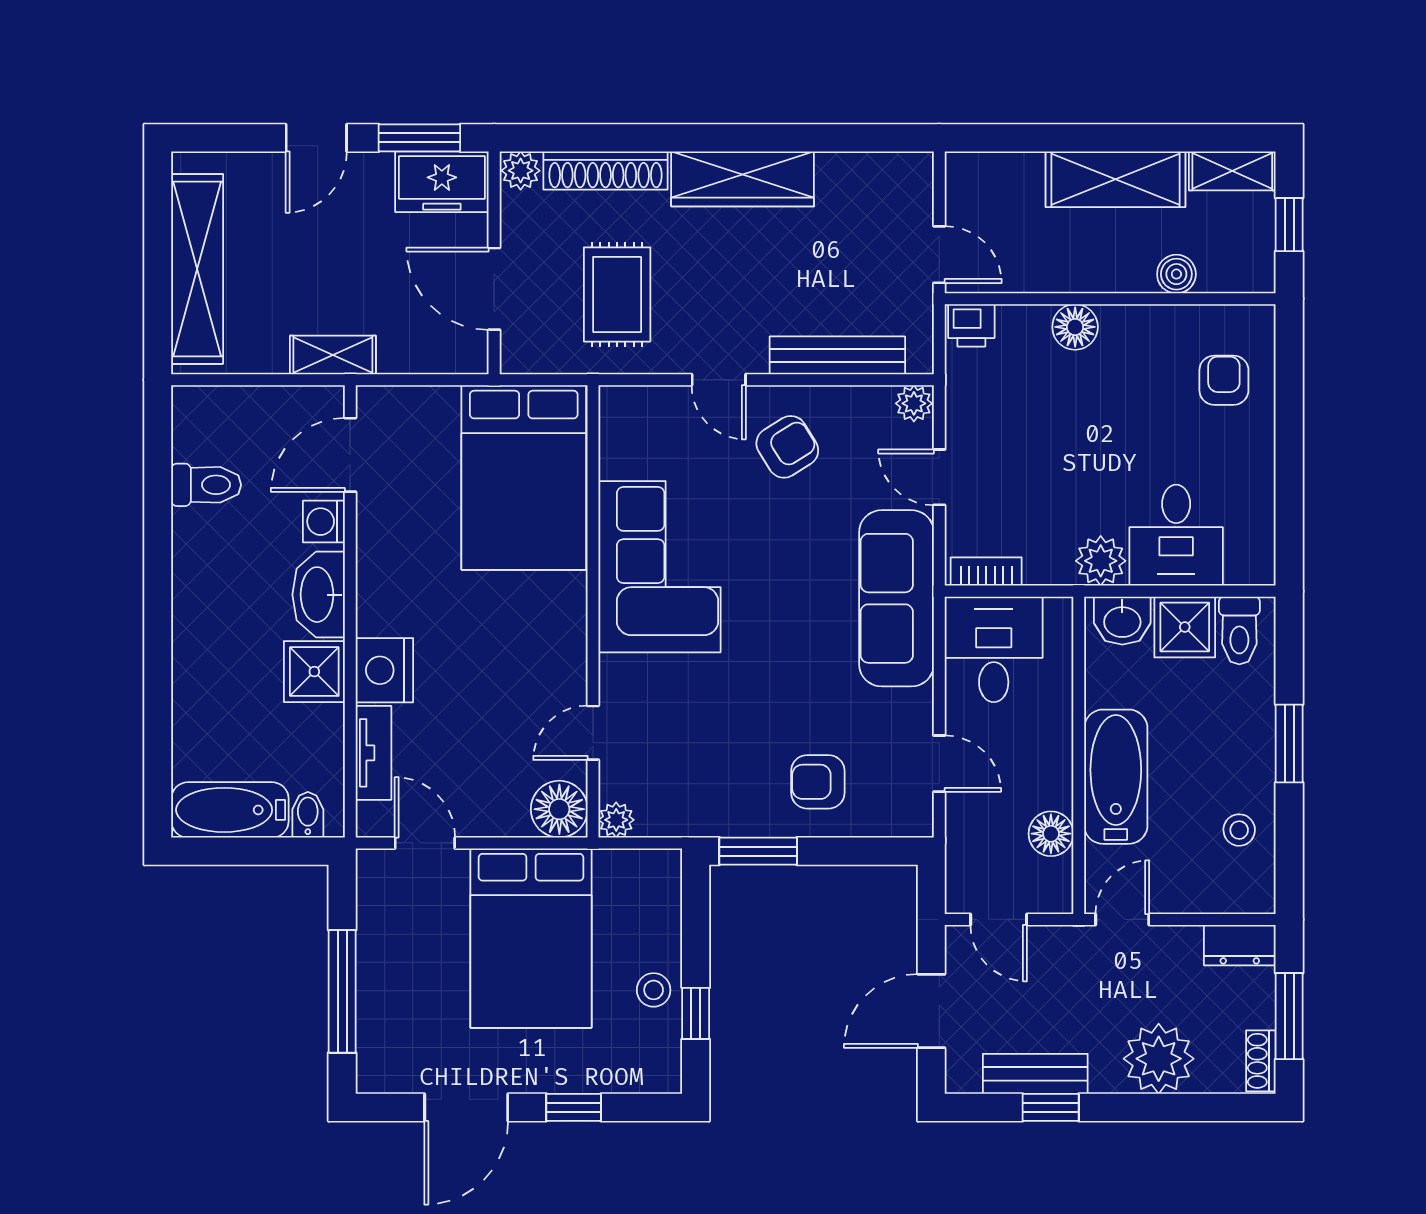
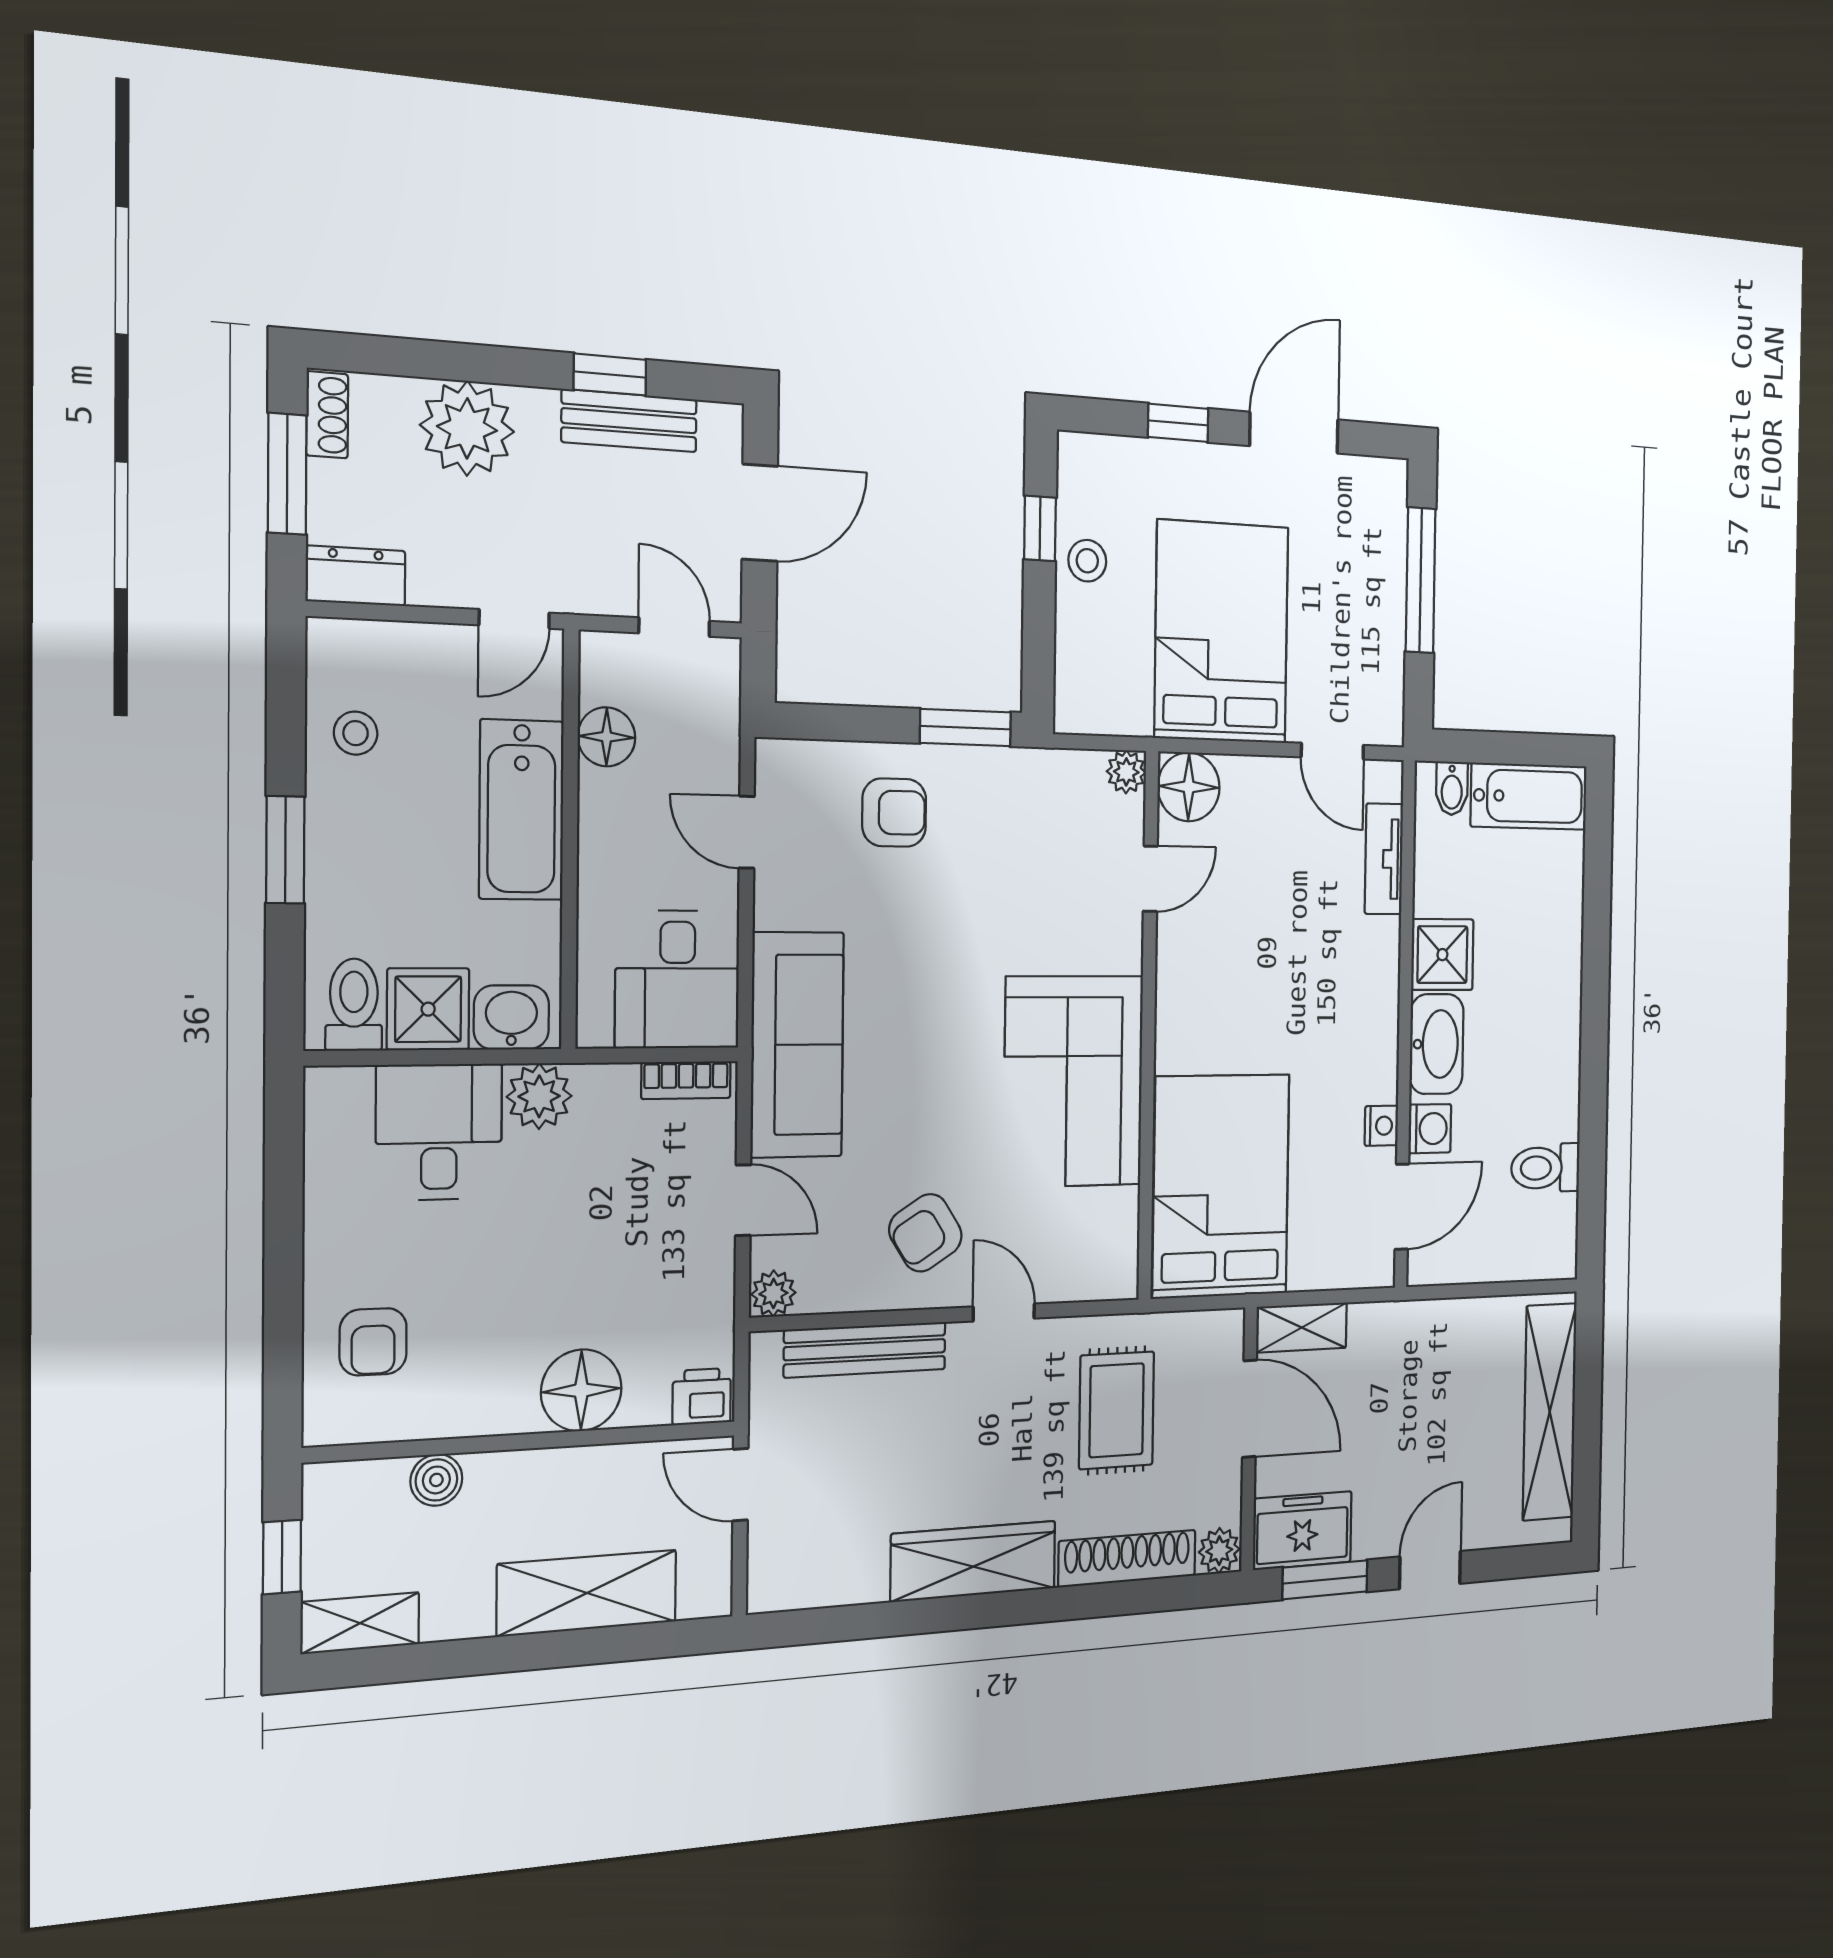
shelving: (1116, 179) -> (587, 1593), moved
floor lamp: (1075, 327) -> (581, 1390), width x1.38, depth x1.38
shelving: (333, 355) -> (1302, 1328), moved
nightstand: (384, 670) -> (1381, 1126), moved, width x0.53, depth x0.56

